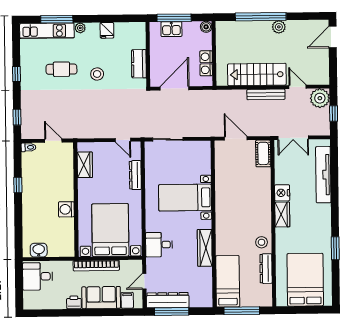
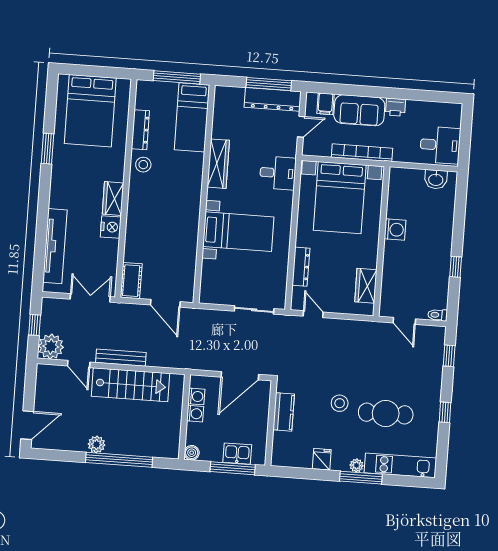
window: (57, 19) -> (361, 478), moved
cafe table: (61, 69) -> (386, 413), width x1.37, depth x1.35

